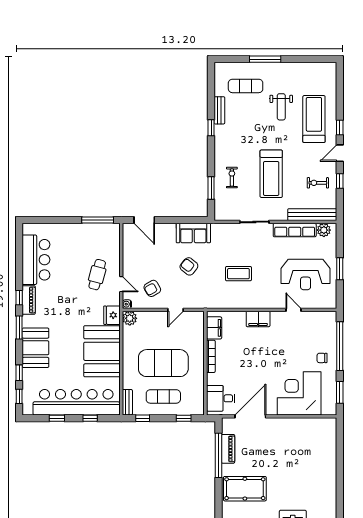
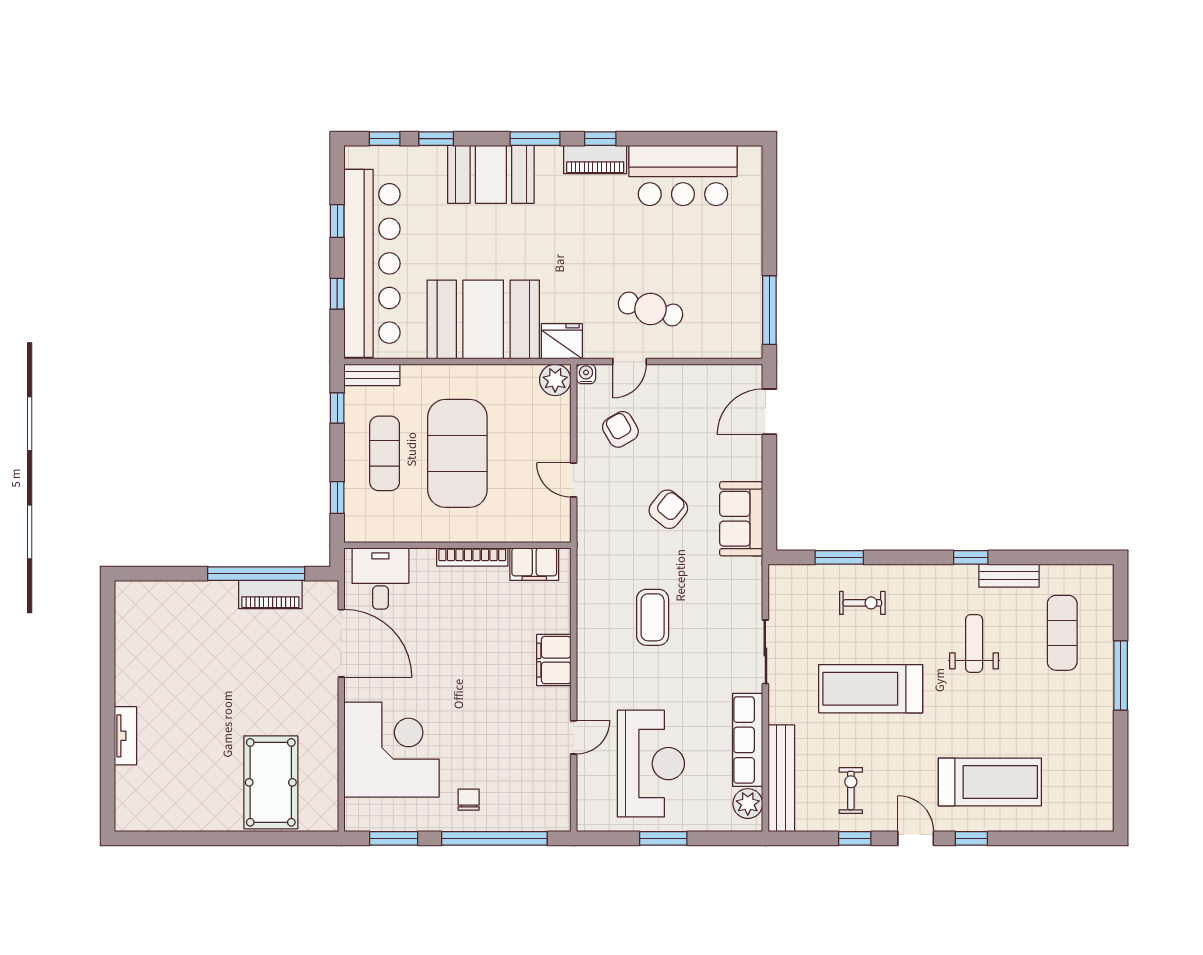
weight bench: (281, 107) -> (974, 644), moved, turned 90
reception desk: (306, 274) -> (651, 764), turned 180
pool table: (245, 489) -> (271, 782), moved

